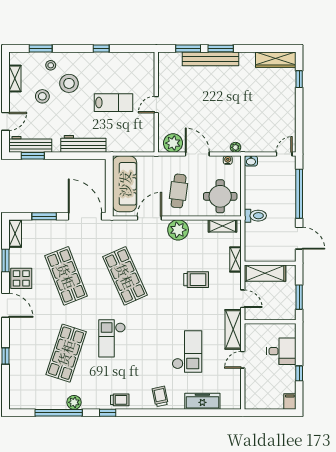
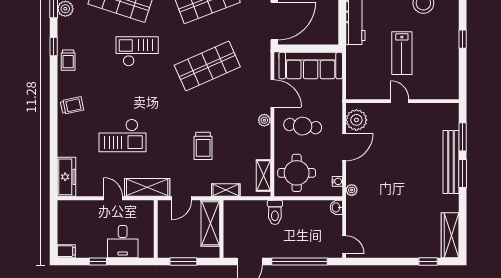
plant: (178, 230) -> (264, 120), width x0.53, depth x0.53
freezer: (202, 401) -> (66, 177), moved

